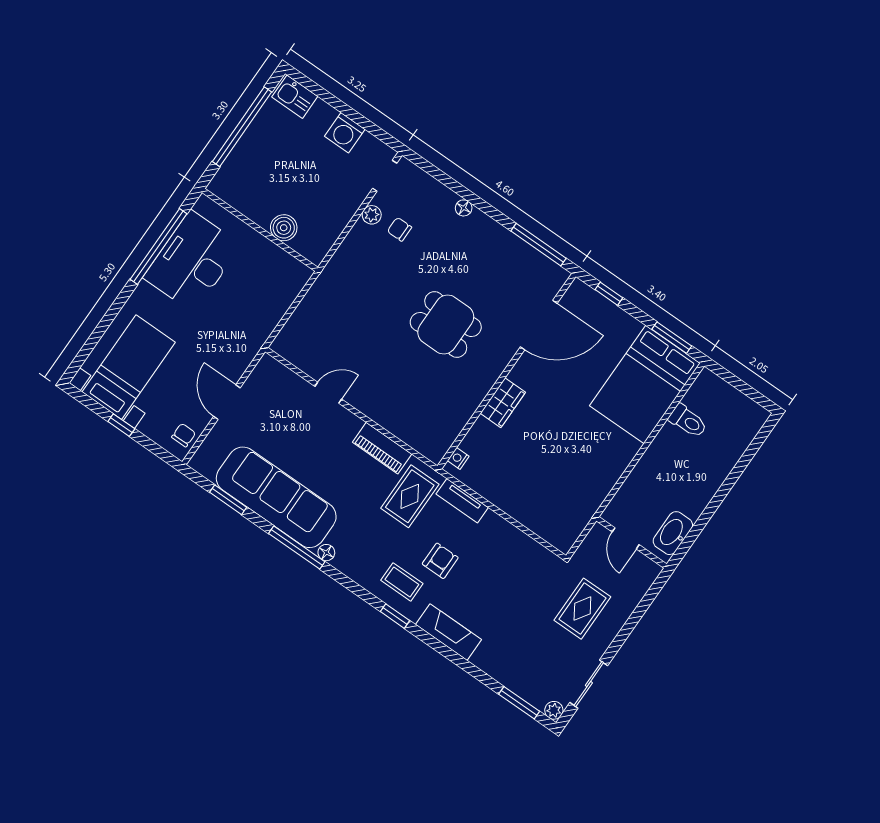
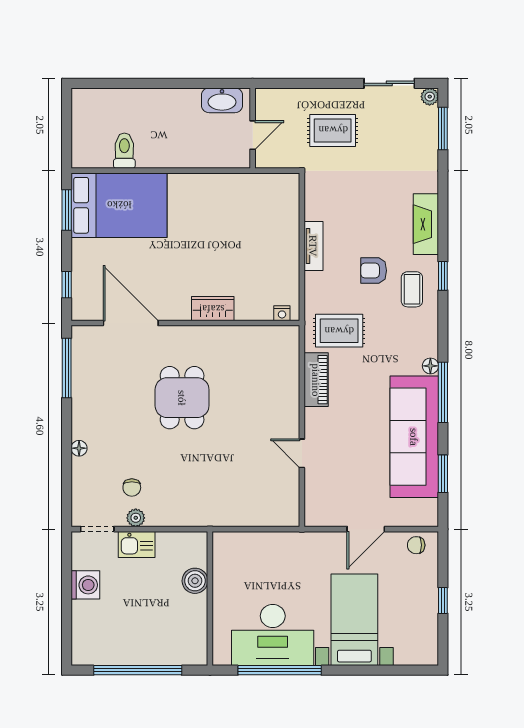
kitchen sink: (295, 97) -> (137, 545), moved, turned 90
bed with nightstands: (129, 367) -> (354, 620), moved, turned 90
tv unit: (462, 501) -> (313, 246), moved

